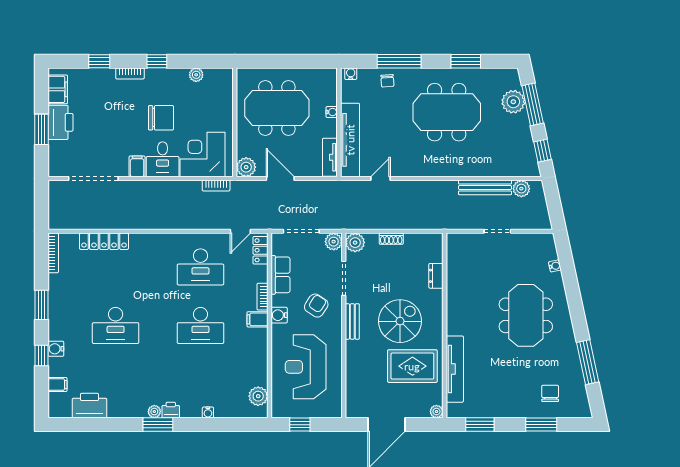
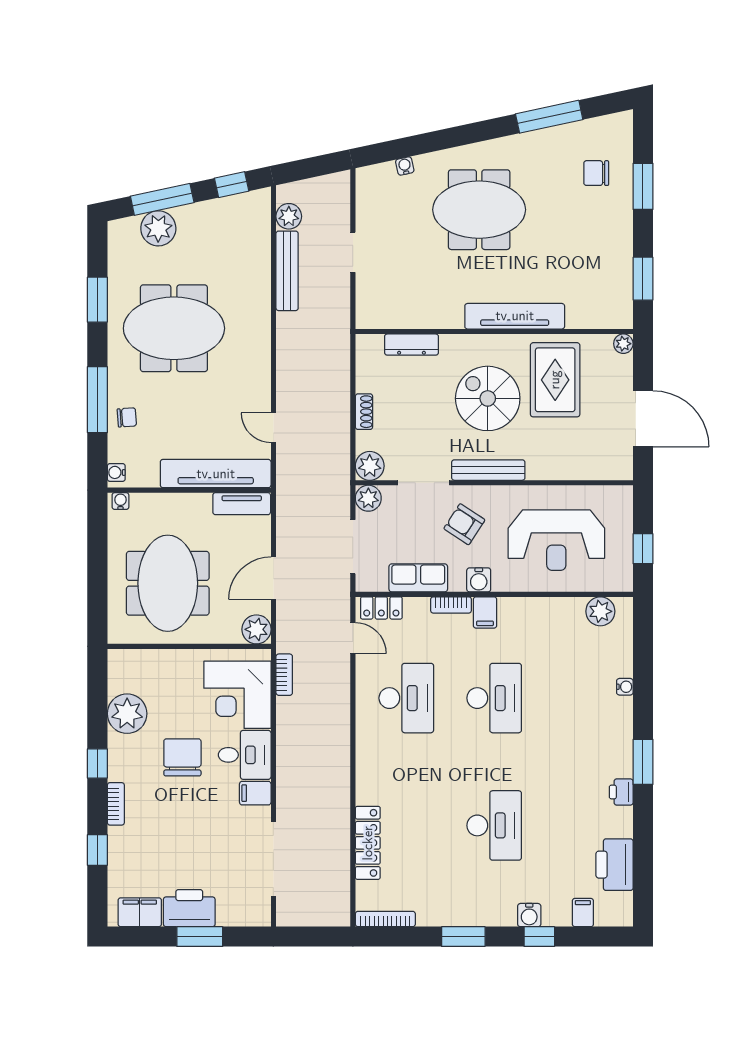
plant: (196, 75) -> (127, 714), width x1.87, depth x1.87
water cooler: (332, 112) -> (120, 501), moved
meeting table: (447, 112) -> (174, 328), turned 90
dresser: (436, 276) -> (411, 345), width x1.44
bench: (352, 322) -> (488, 470), width x1.36
tv unit: (455, 369) -> (515, 316), moved
printer: (171, 410) -> (621, 792), moved
plant: (154, 412) -> (623, 767), removed

